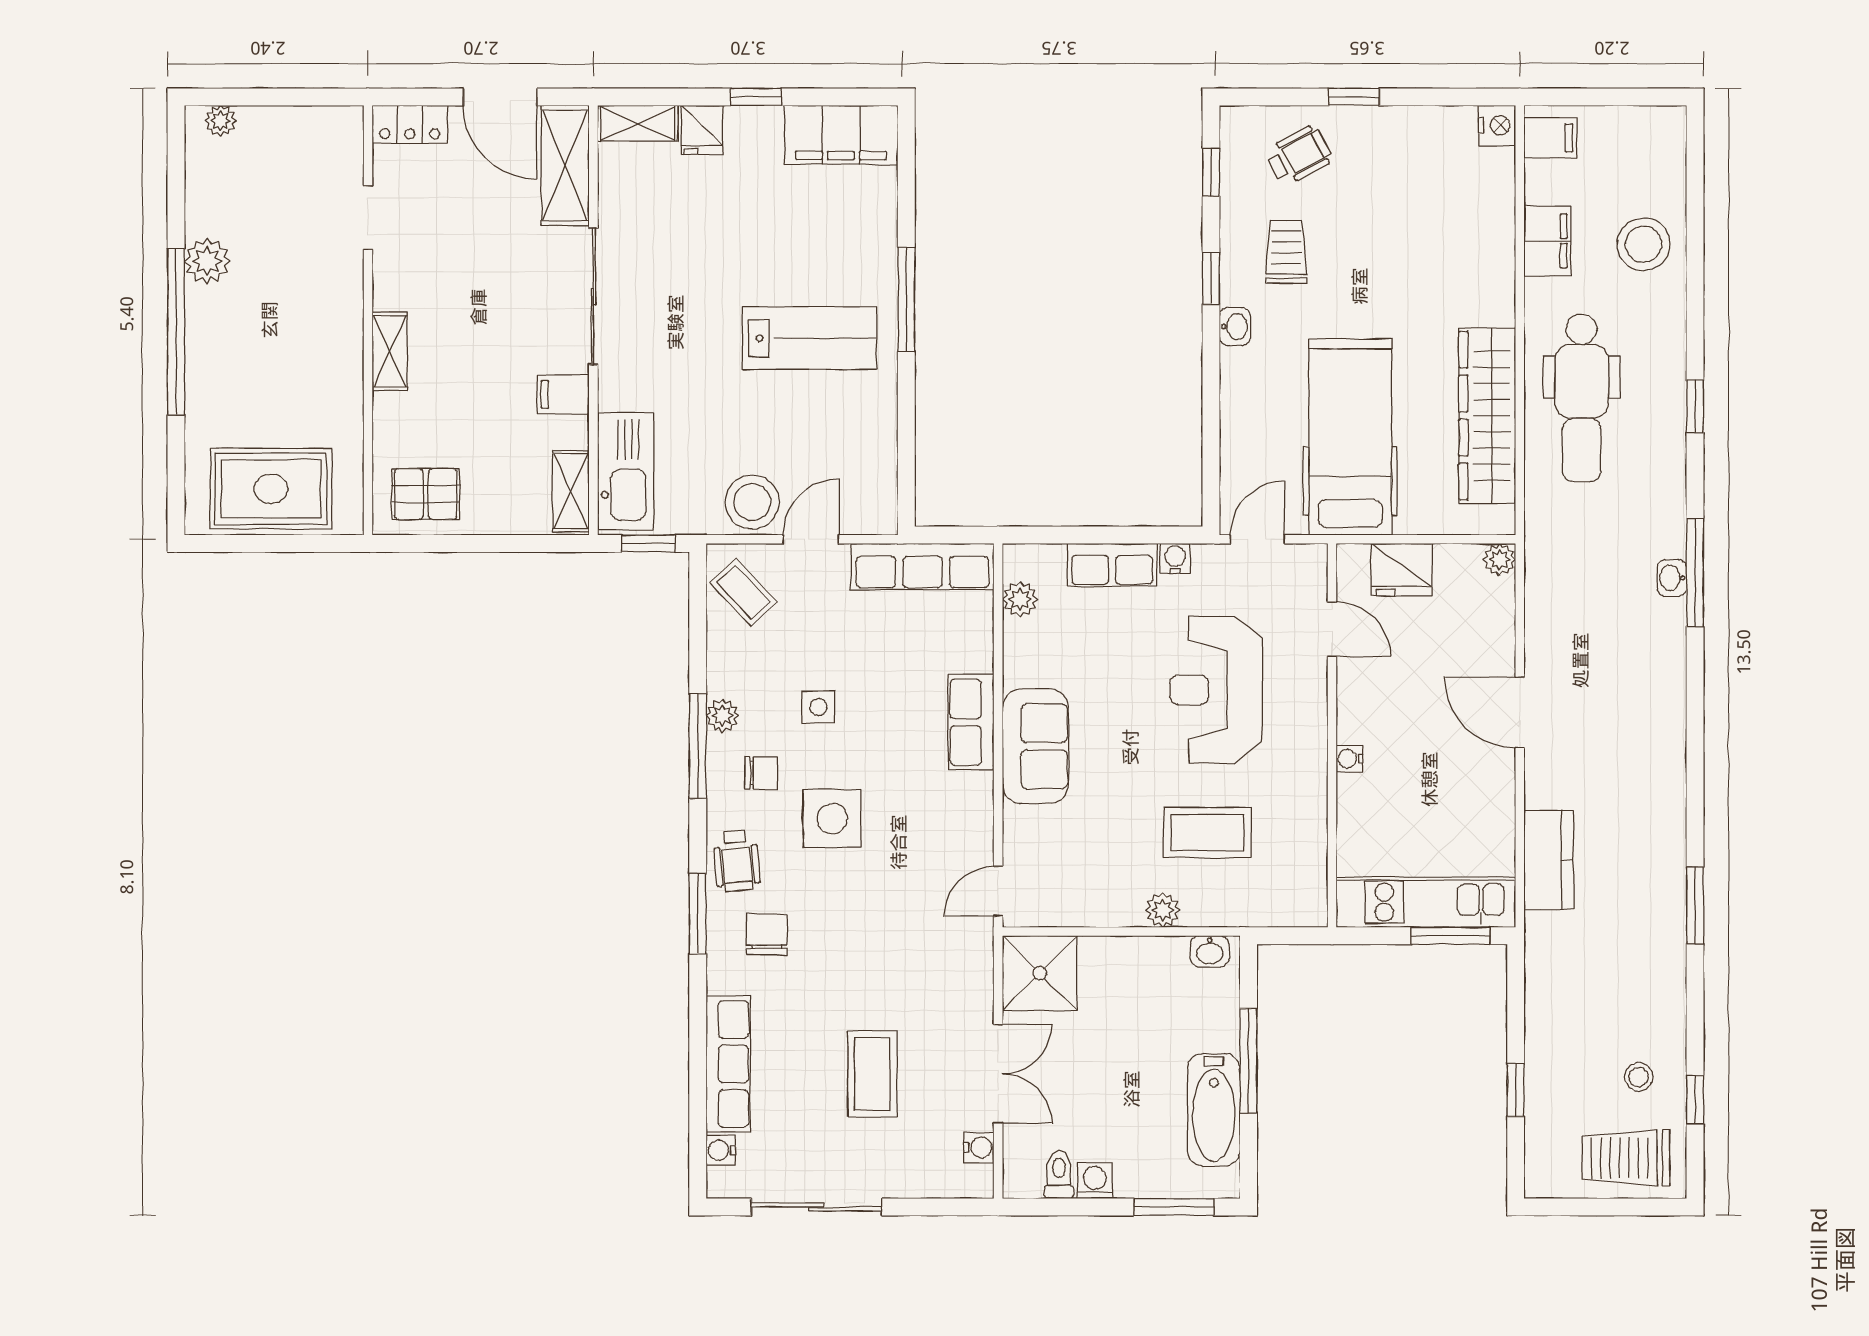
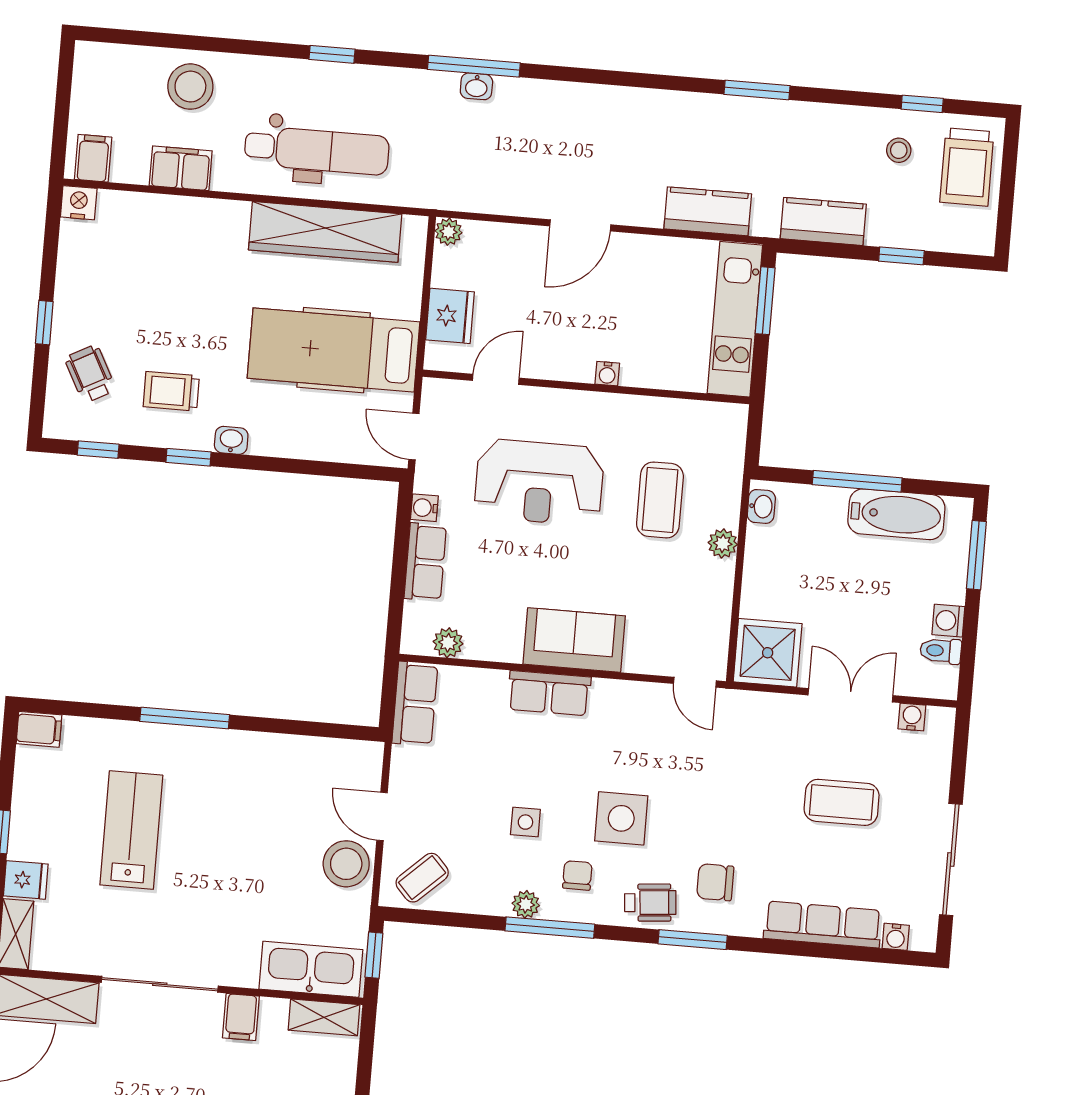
filing cabinet: (841, 135) -> (39, 729), width x0.33, depth x0.86
lab bench: (809, 338) -> (131, 830), moved
row of seats: (923, 567) -> (415, 704), width x0.68
kitchen counter: (1548, 996) -> (823, 221), added

